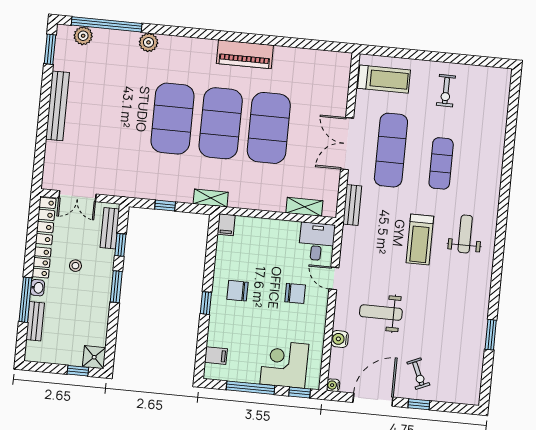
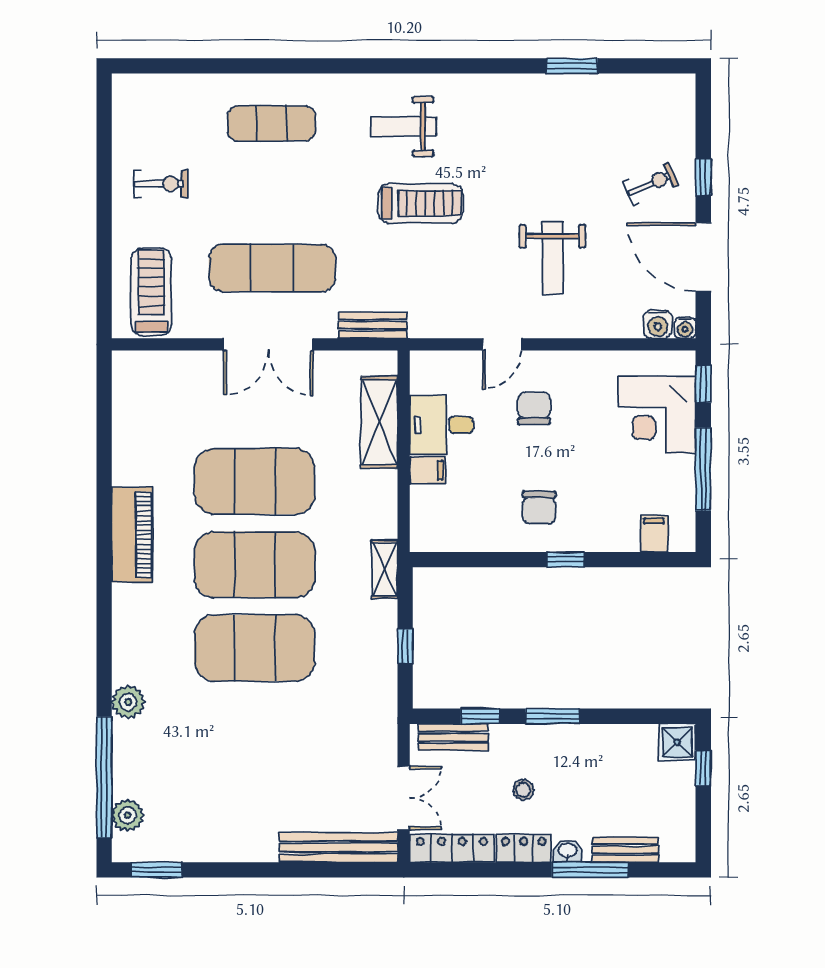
bench: (57, 106) -> (338, 848), moved
exercise mat: (441, 163) -> (272, 123), moved
shelving: (304, 207) -> (379, 422), width x1.50, depth x1.33
filing cabinet: (226, 225) -> (428, 470), moved
desk: (317, 242) -> (441, 425), moved
water cooler: (340, 339) -> (658, 324), moved

